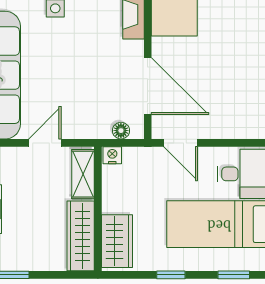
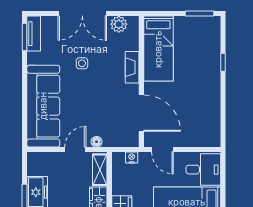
floor lamp: (121, 131) -> (97, 142), moved
nightstand: (112, 155) -> (132, 158), moved

